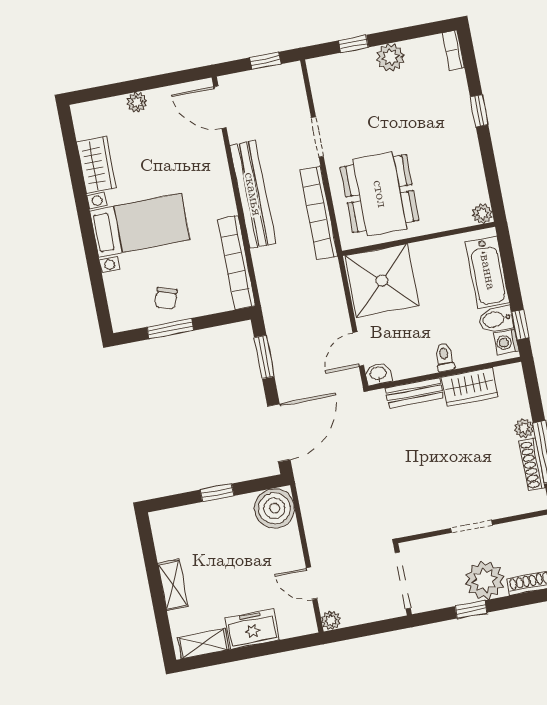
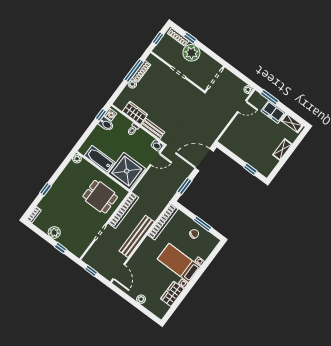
dining table: (380, 194) -> (100, 197), width x0.73
bathtub: (488, 272) -> (100, 159), moved, turned -90
window: (217, 493) -> (250, 169), moved
boiler: (274, 508) -> (229, 140), removed
door: (312, 583) -> (242, 106), hinge flipped
window: (471, 609) -> (190, 38), moved
window: (284, 645) -> (270, 97), added

